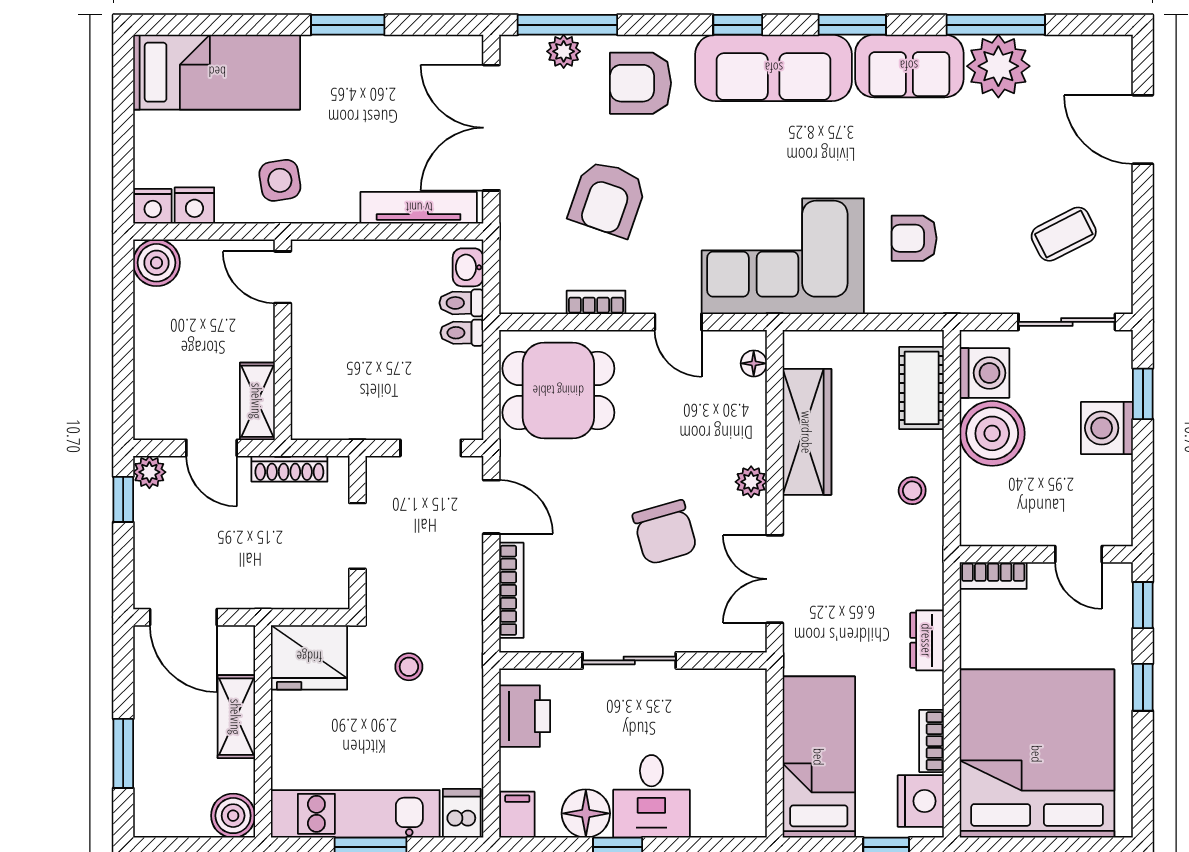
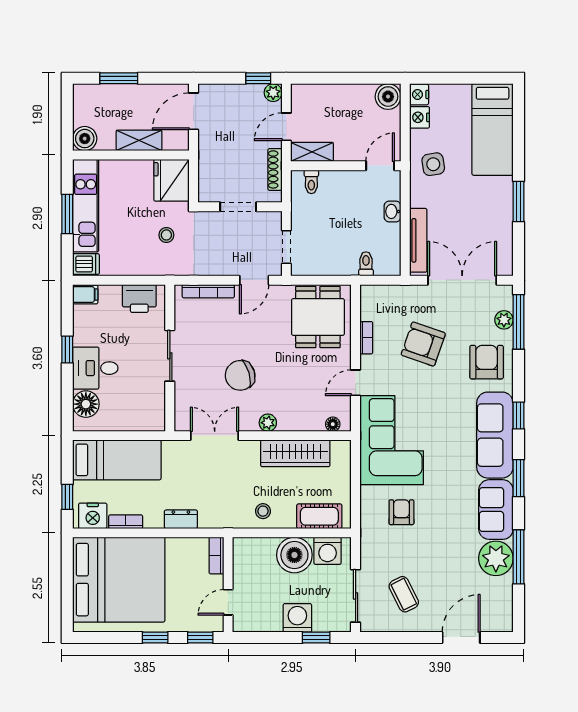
washbasin: (468, 267) -> (392, 211), moved, turned -90
toilet: (462, 333) -> (311, 182), moved, turned 180
floor lamp: (586, 813) -> (86, 404), moved

